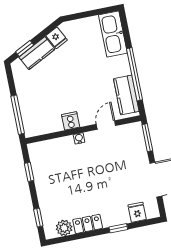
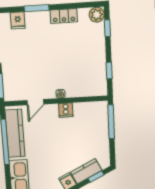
kitchen counter: (126, 95) -> (15, 133), width x1.50
plant: (64, 228) -> (97, 15), moved
window: (118, 228) -> (37, 8), width x1.50

